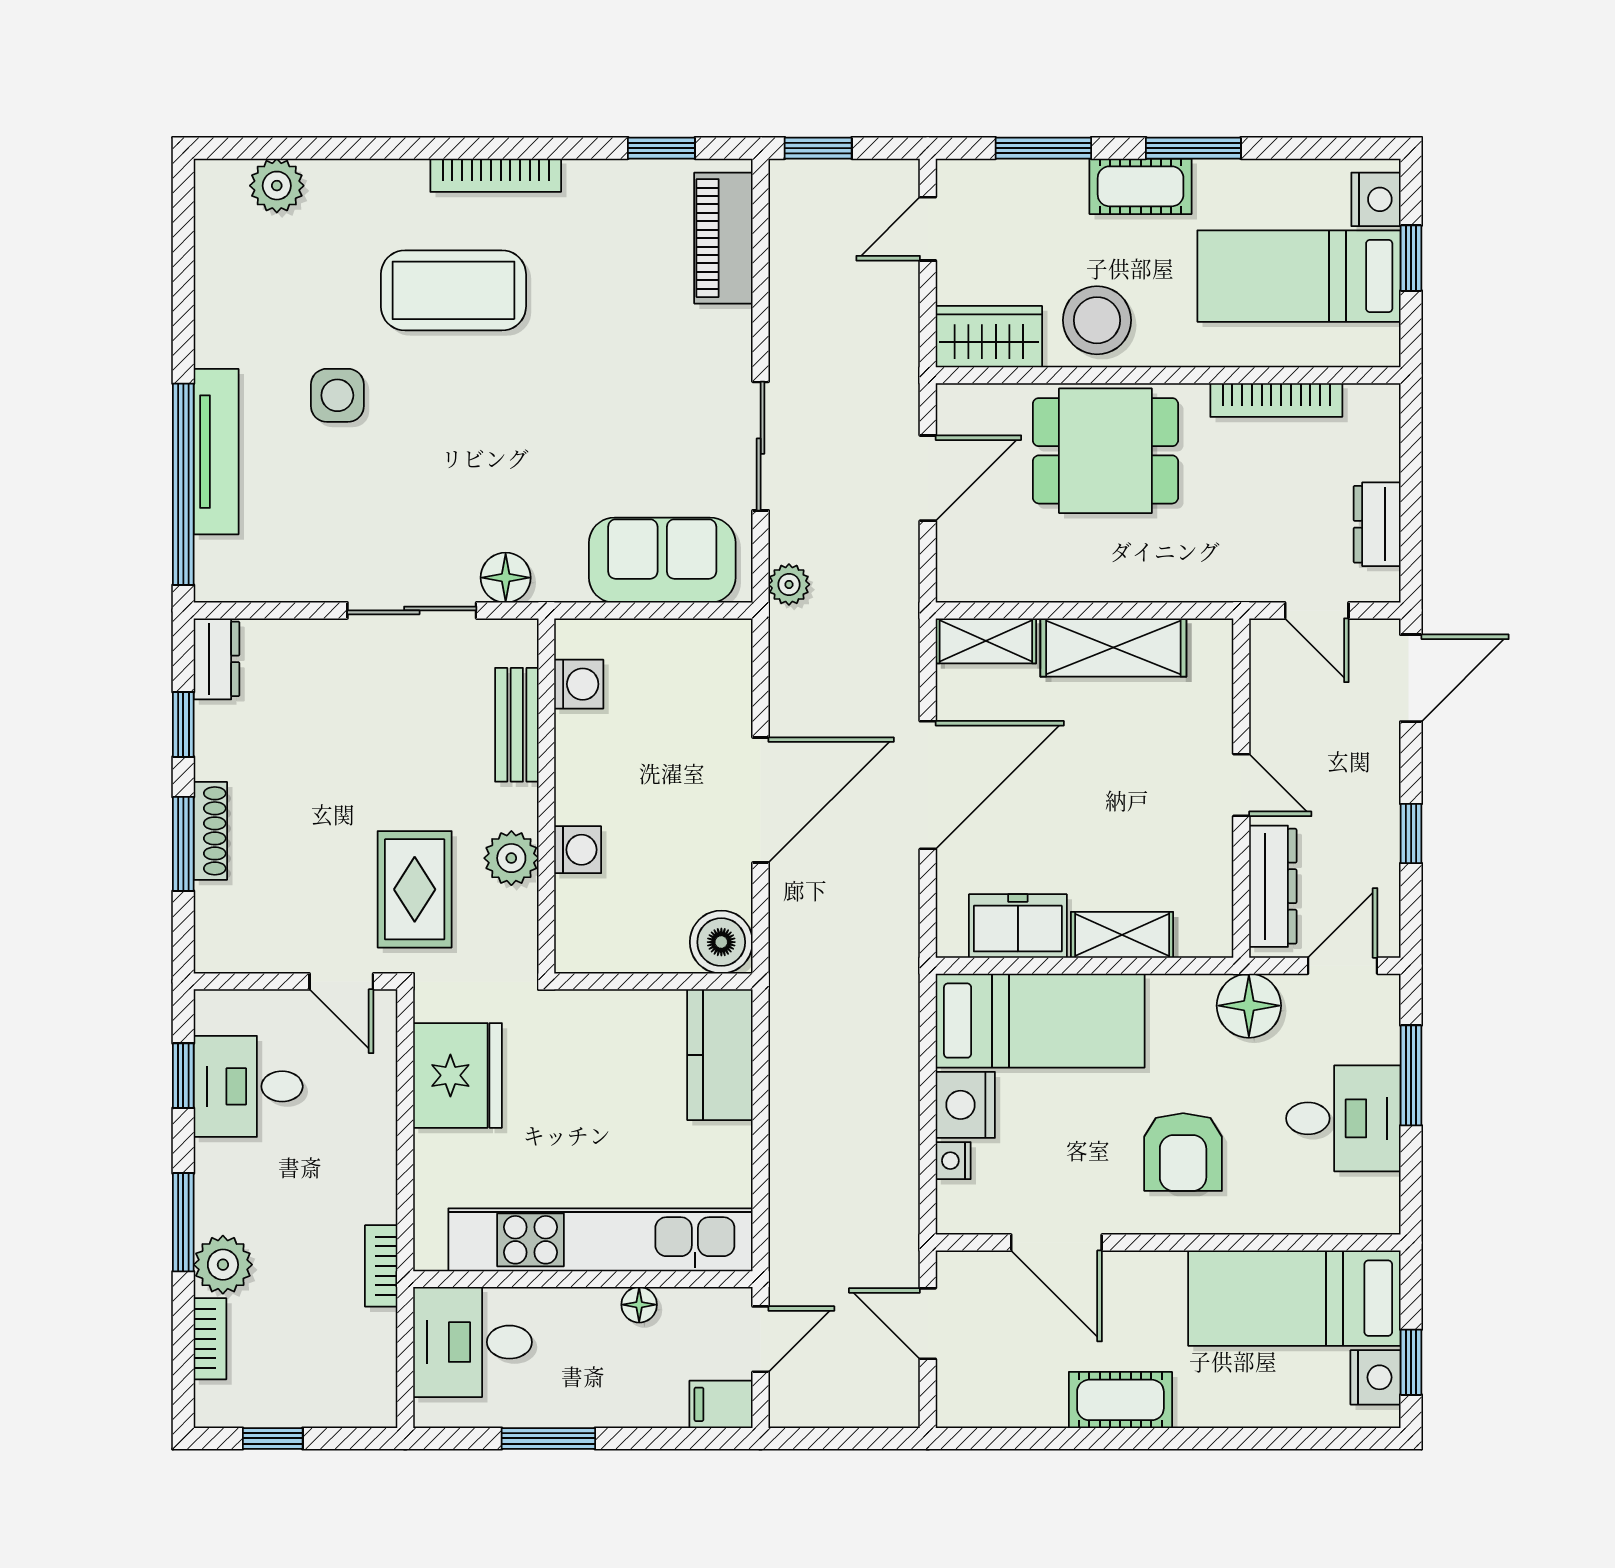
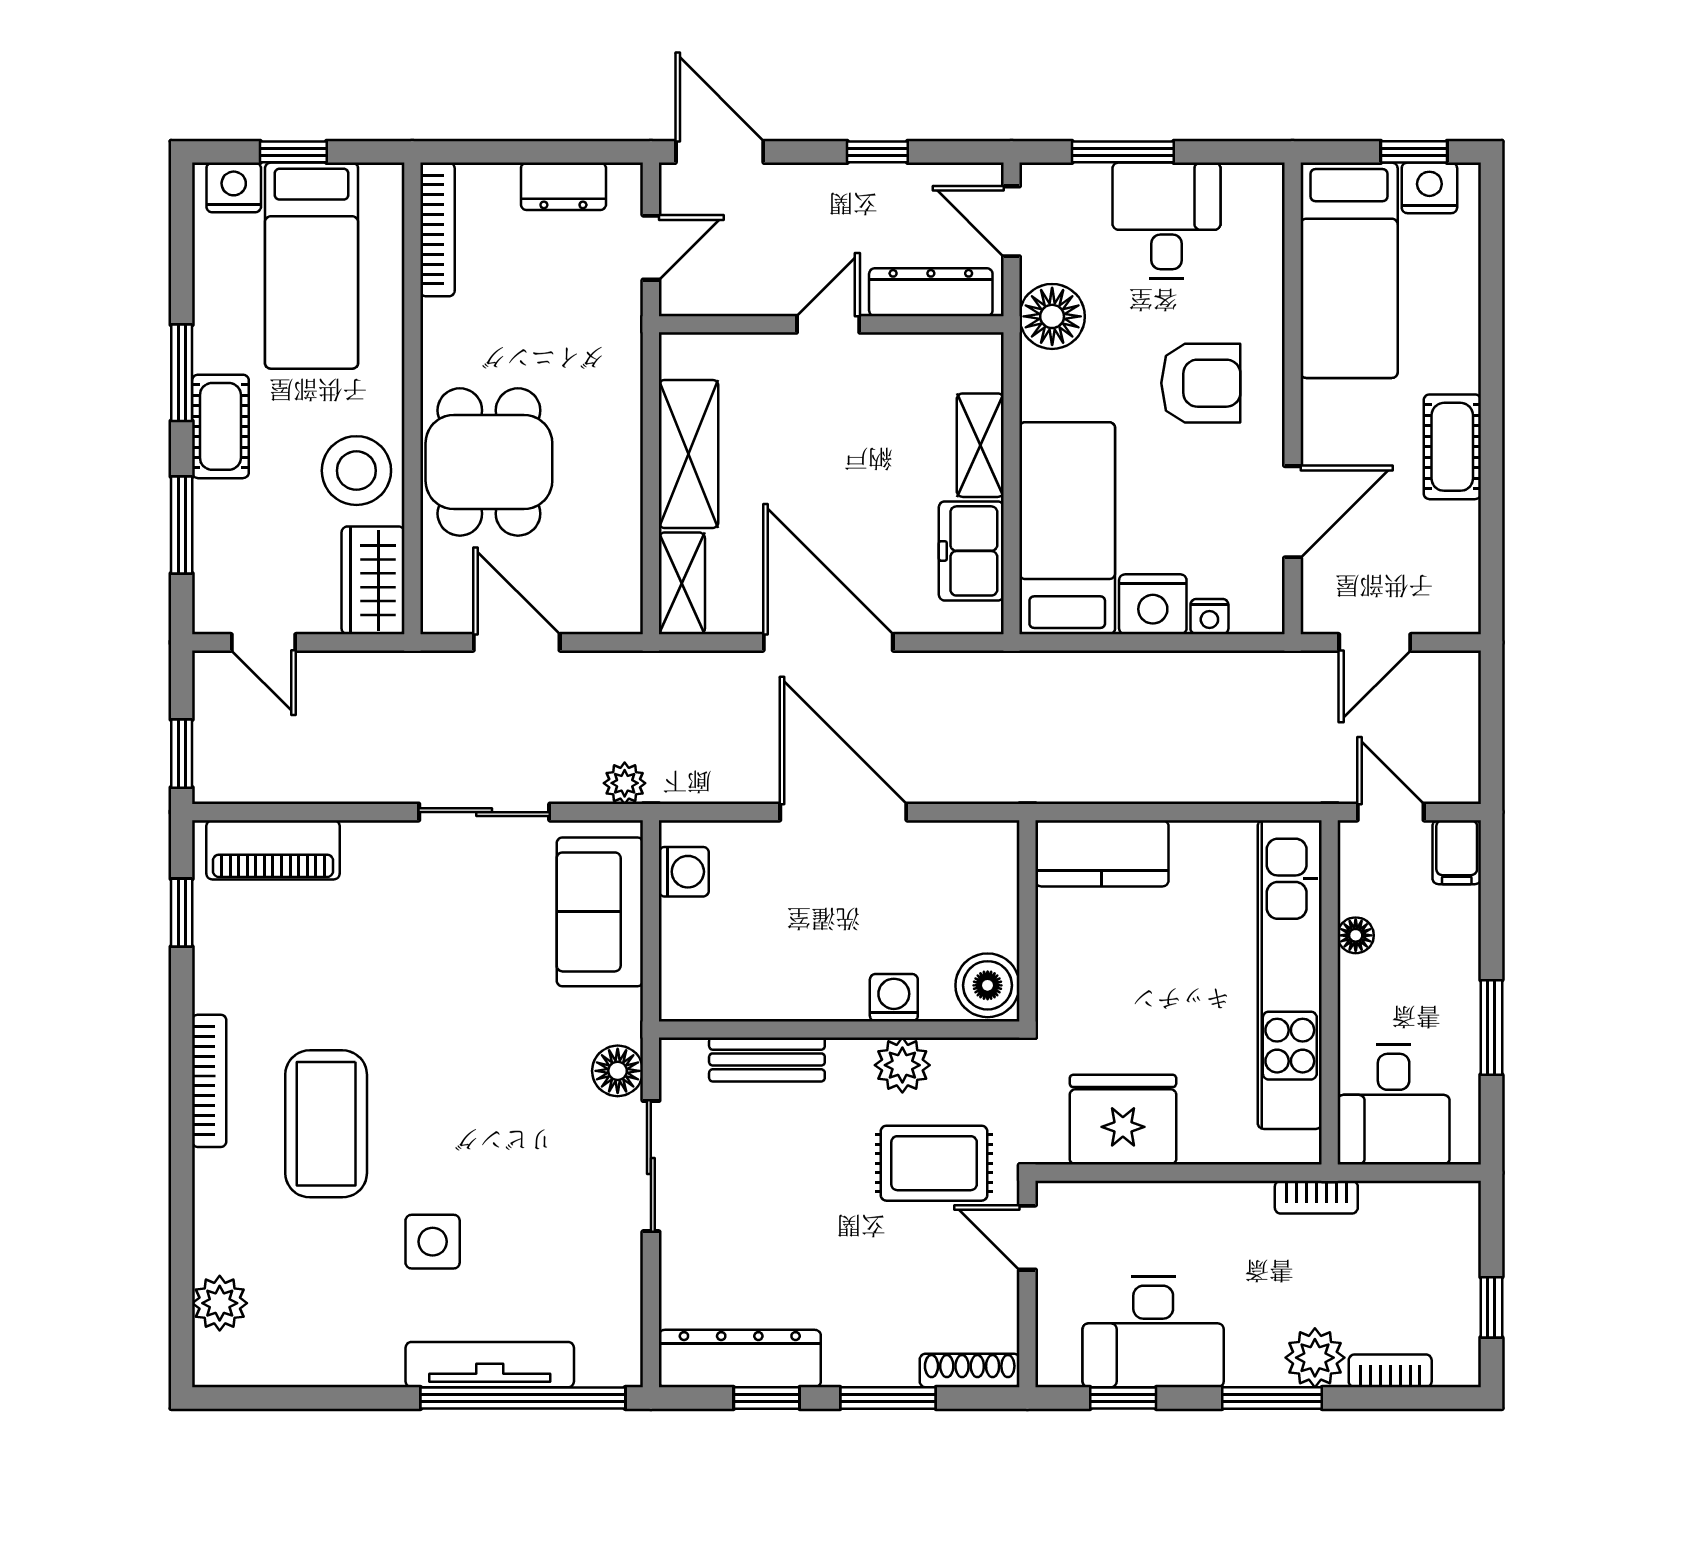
bookcase: (1276, 400) -> (437, 229), moved
dresser: (217, 659) -> (740, 1359), width x1.96, depth x1.24
washing machine: (579, 684) -> (684, 872), moved, turned 90
shoe rack: (210, 831) -> (970, 1370), moved
boiler: (721, 942) -> (988, 985), moved
door: (341, 981) -> (1027, 1238), swing flipped
desk: (248, 1086) -> (1153, 1332), width x1.37

